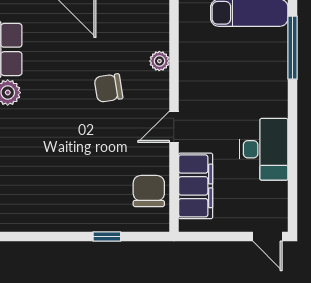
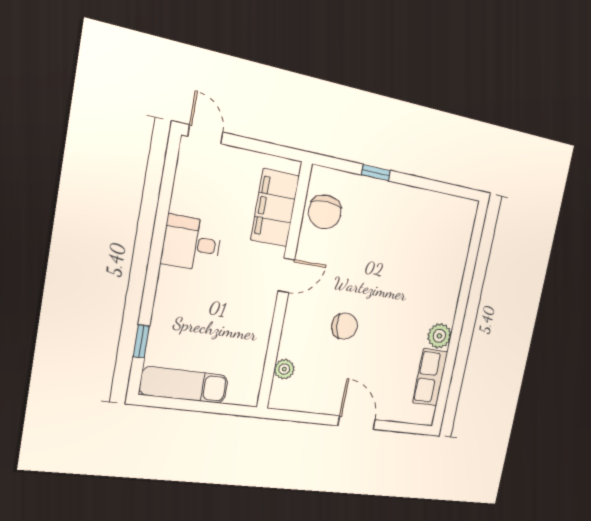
window: (293, 48) -> (141, 341), width x0.46
plant: (159, 61) -> (284, 369), moved
desk: (264, 149) -> (192, 243), width x0.73

